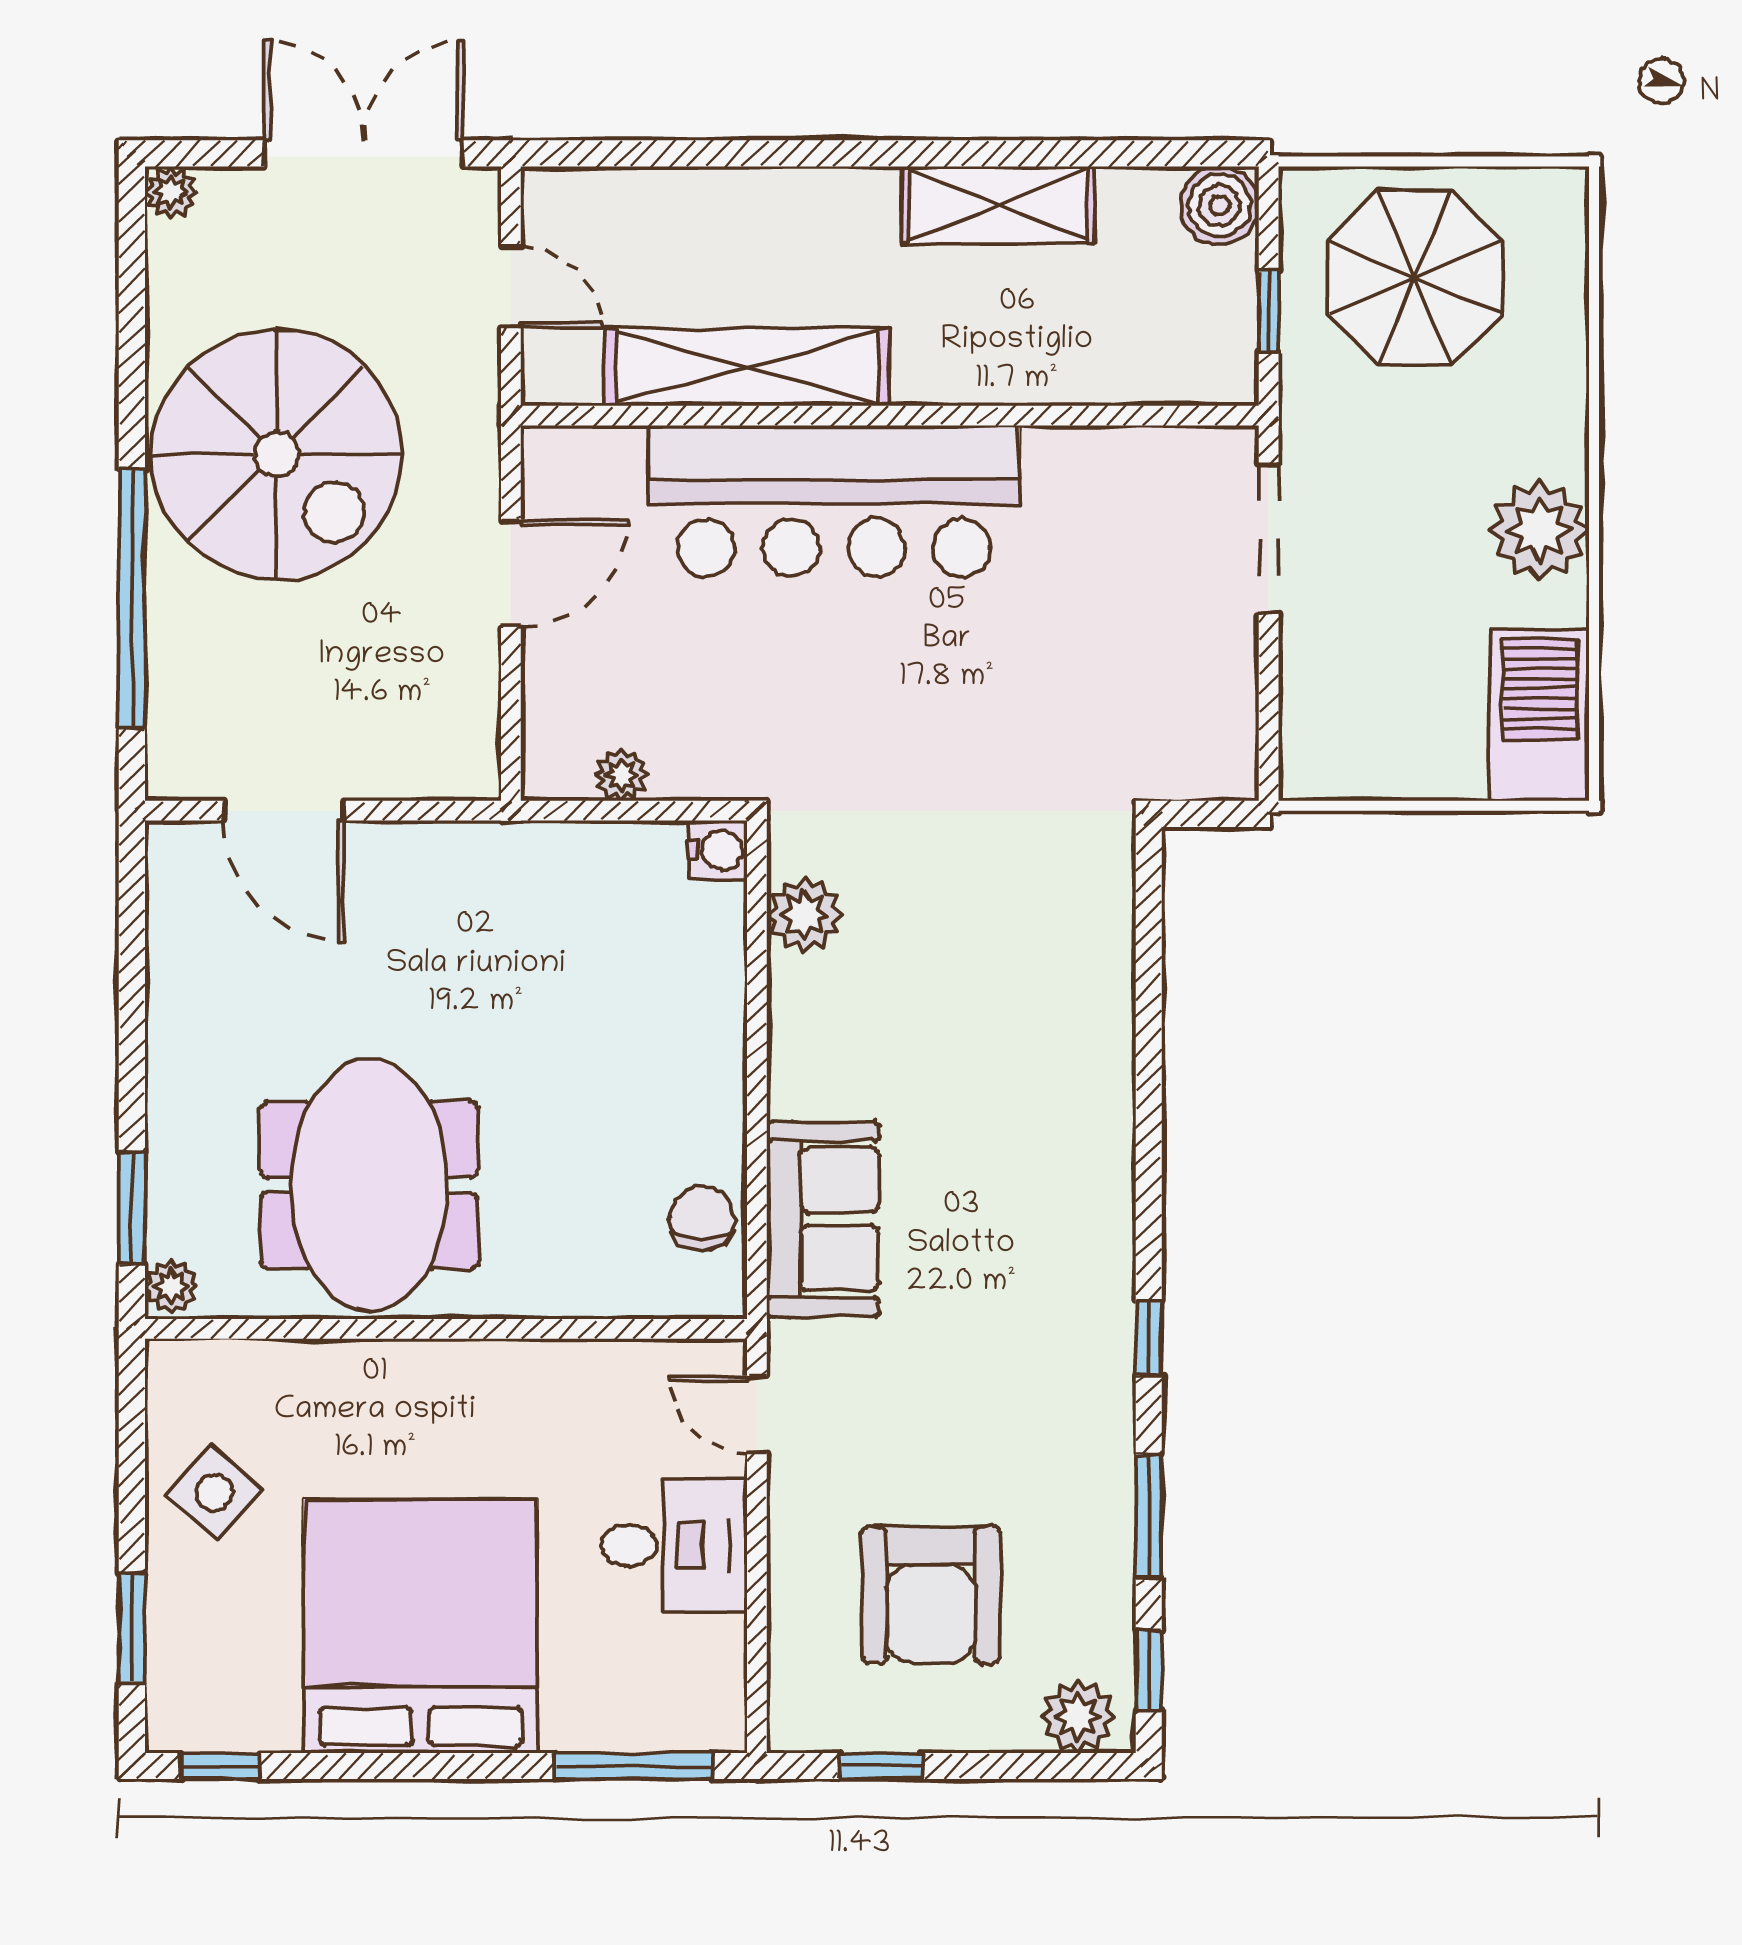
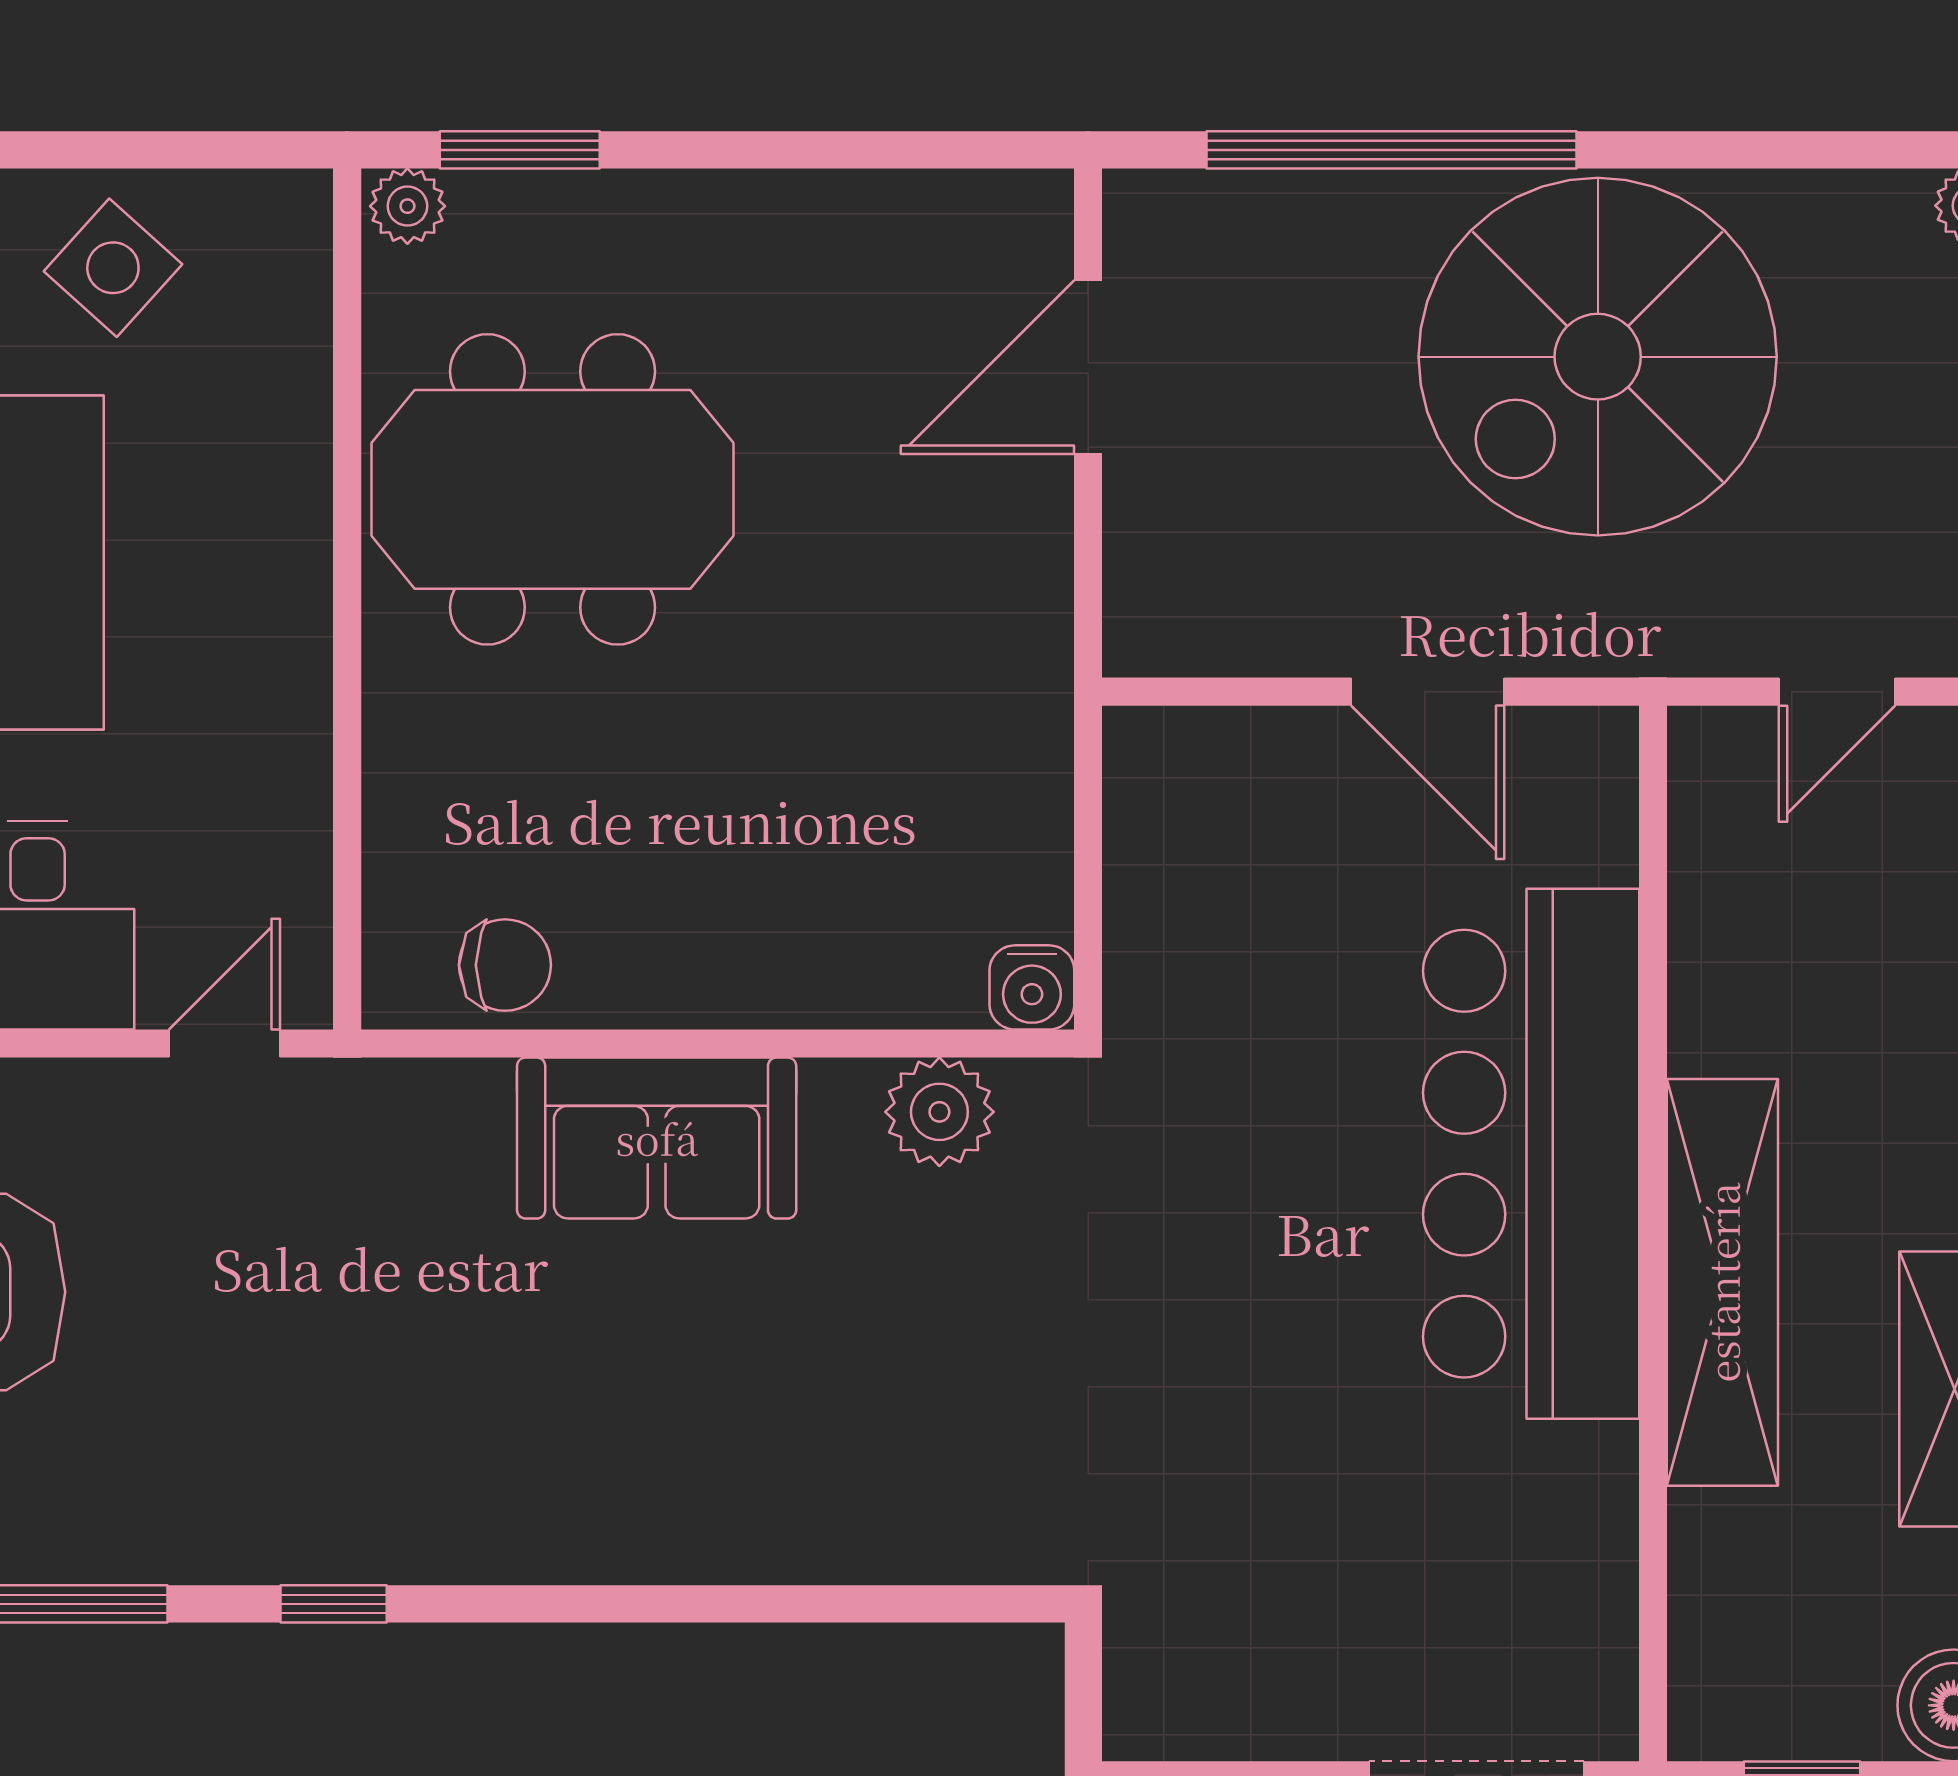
shelving: (747, 367) -> (1722, 1282), moved
plant: (621, 775) -> (1139, 849), removed
sofa: (823, 1219) -> (657, 1138), moved

